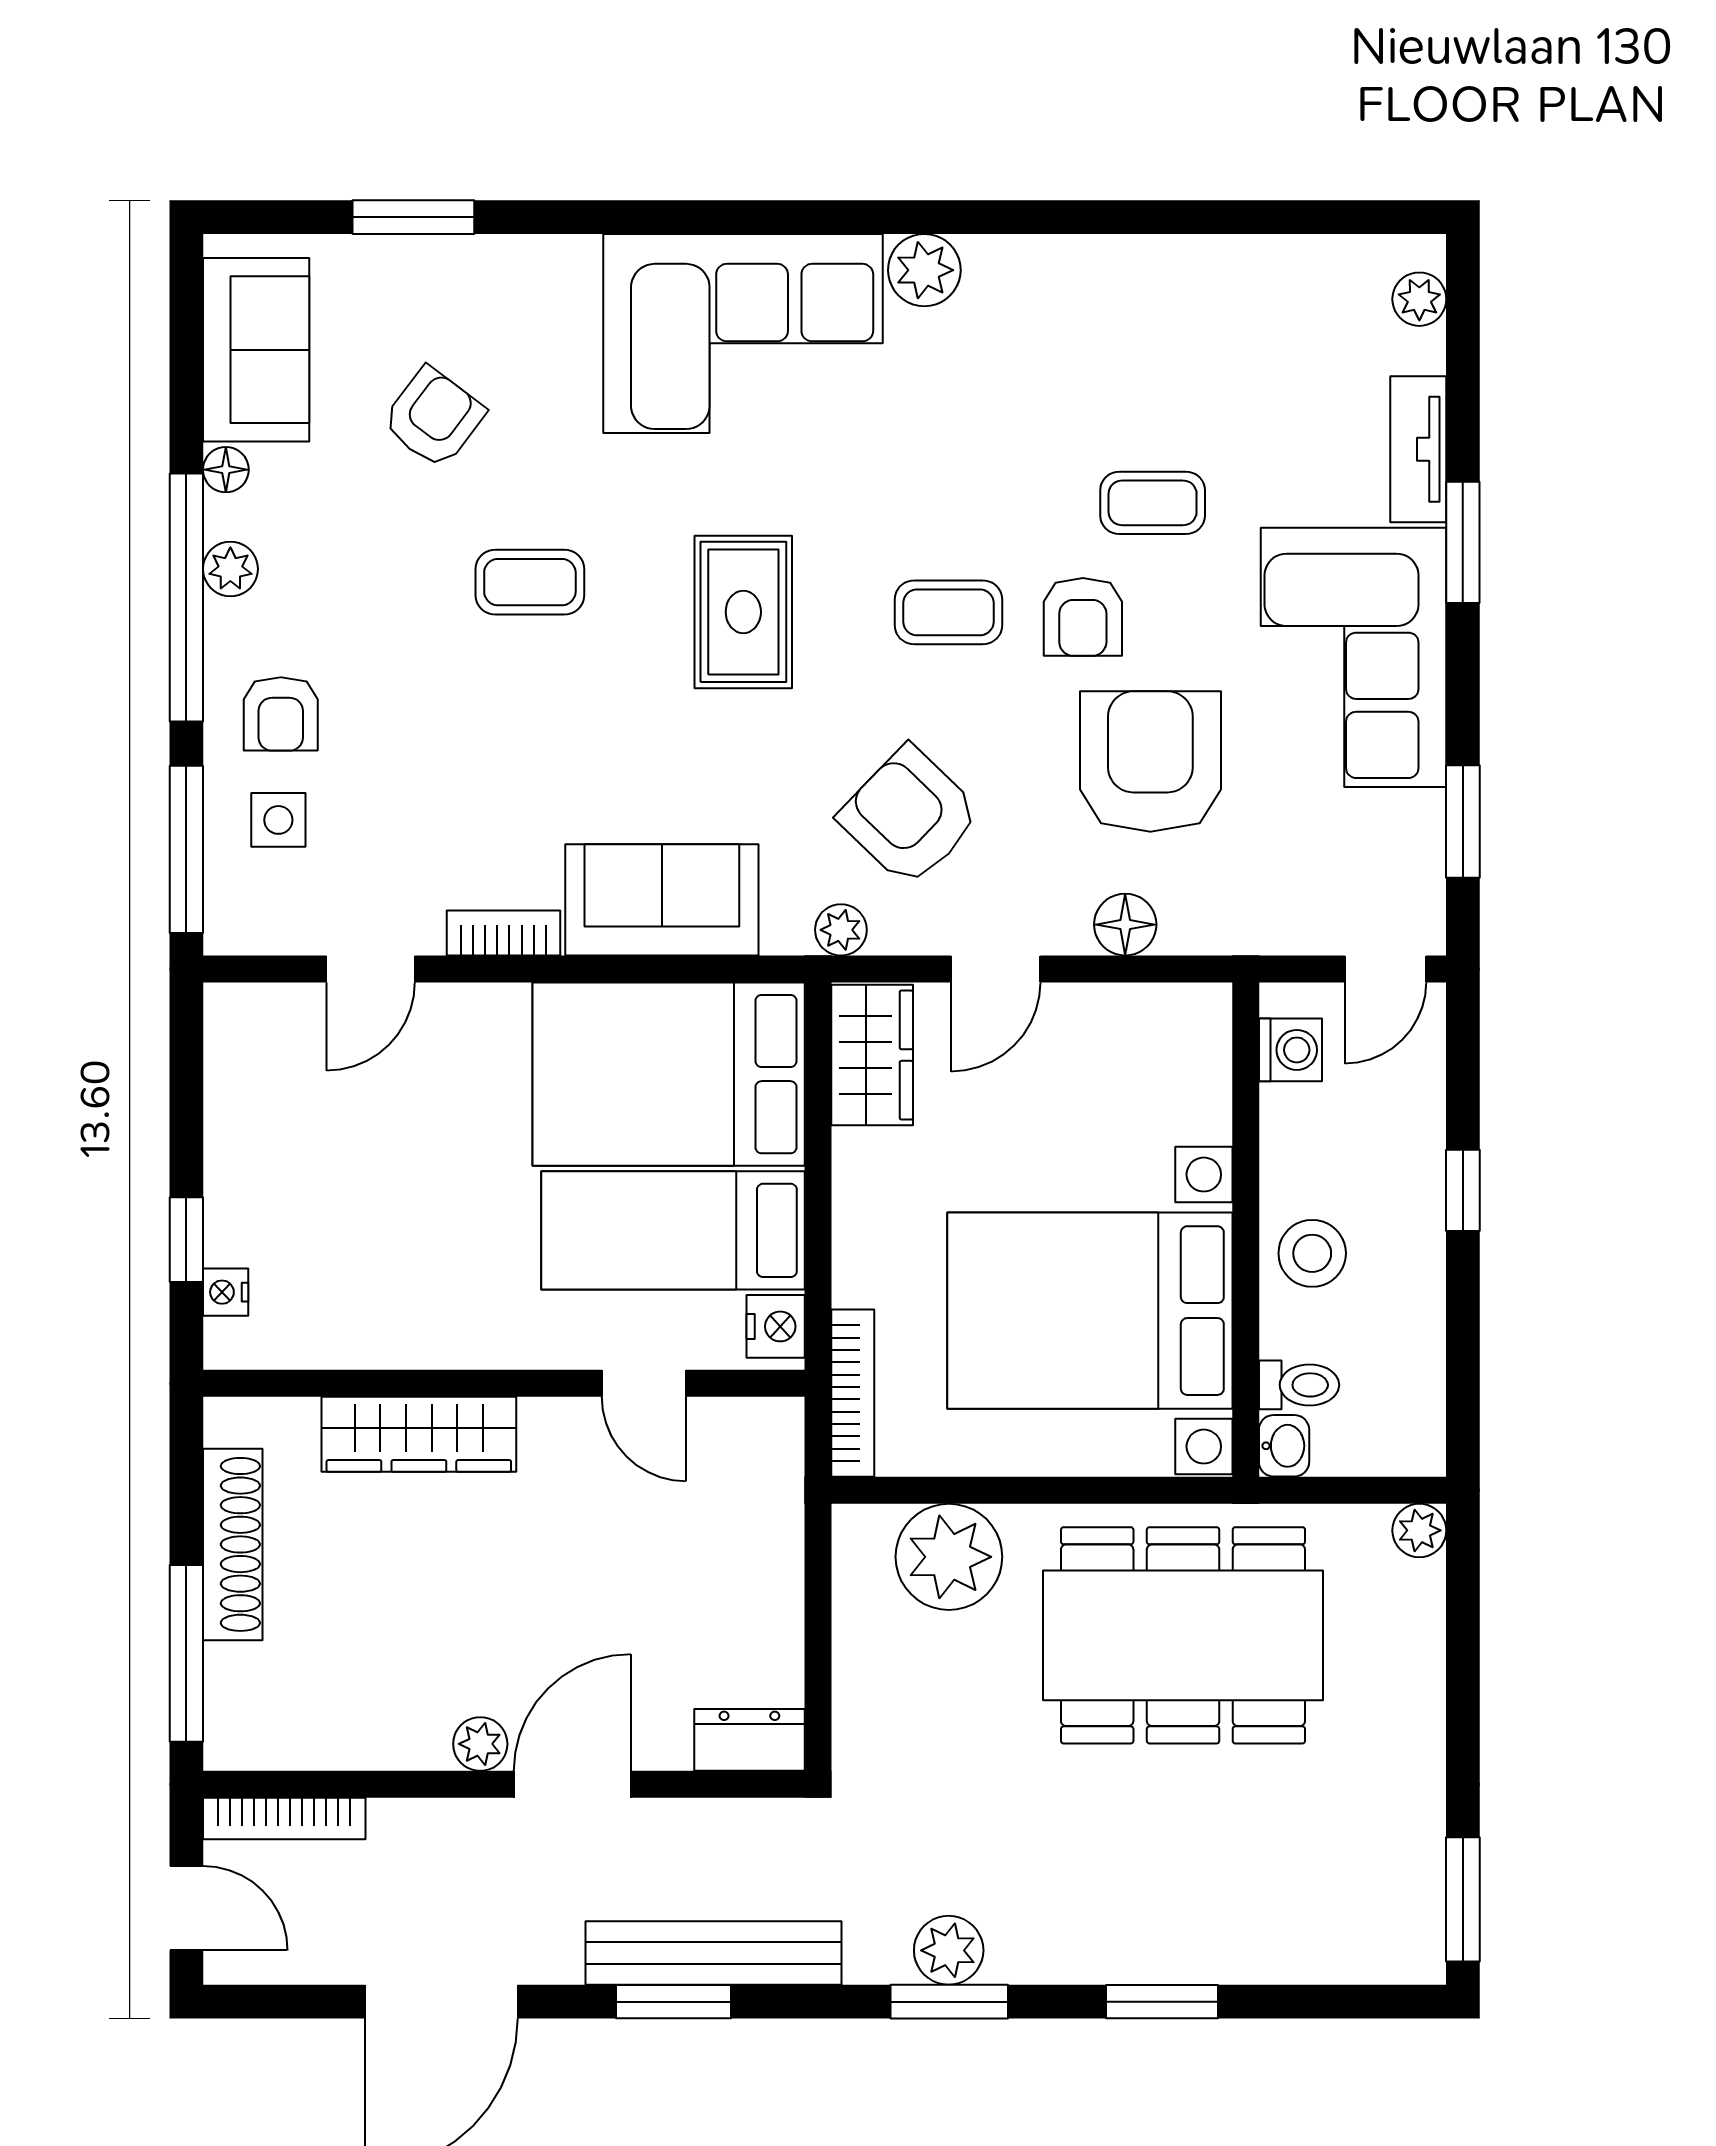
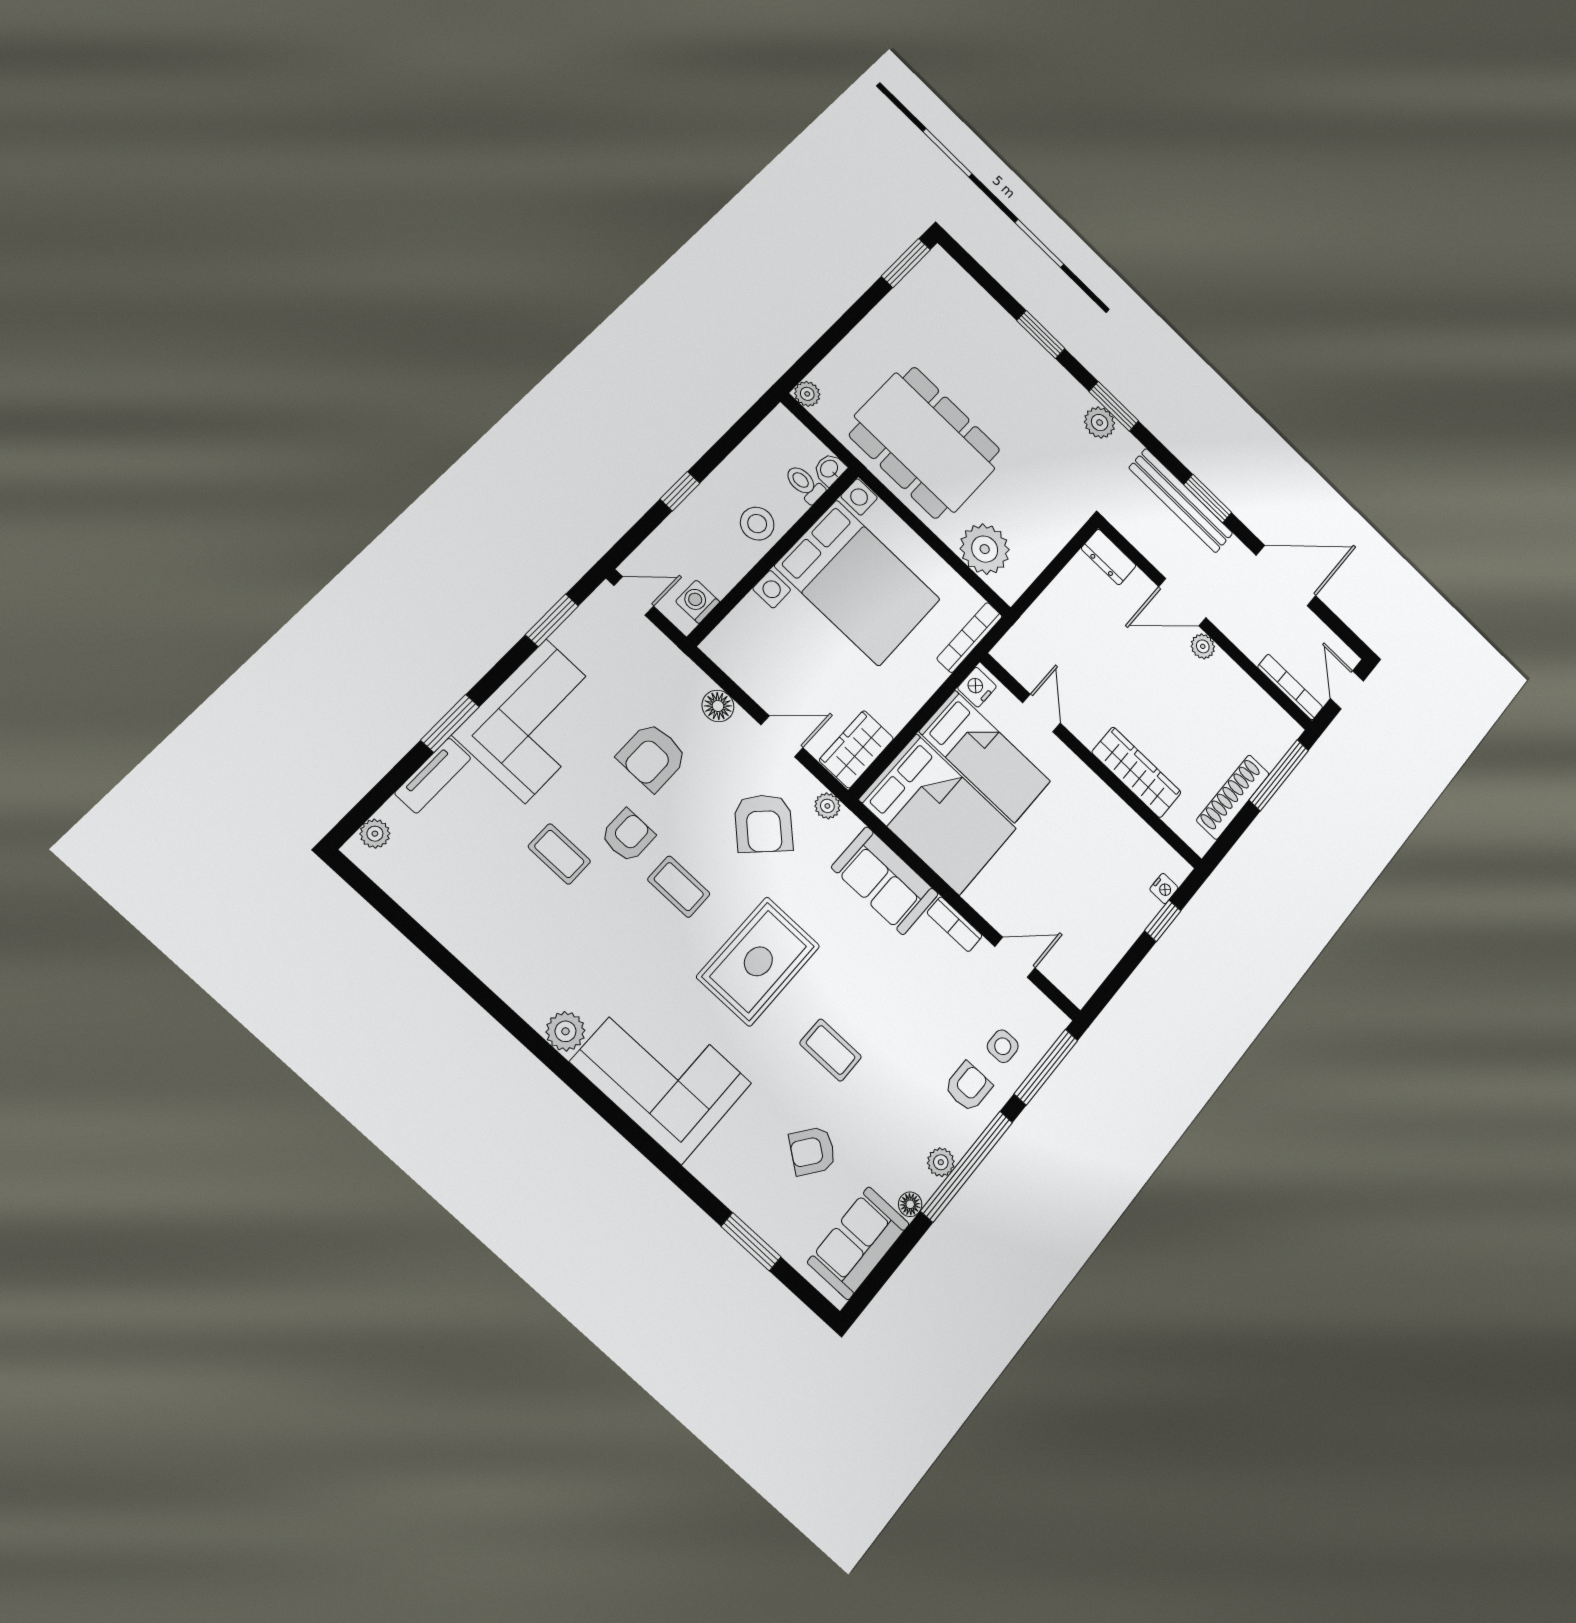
rug: (743, 612) -> (758, 961), width x1.36, depth x1.43
armchair: (1150, 762) -> (652, 757), width x0.73, depth x0.73

